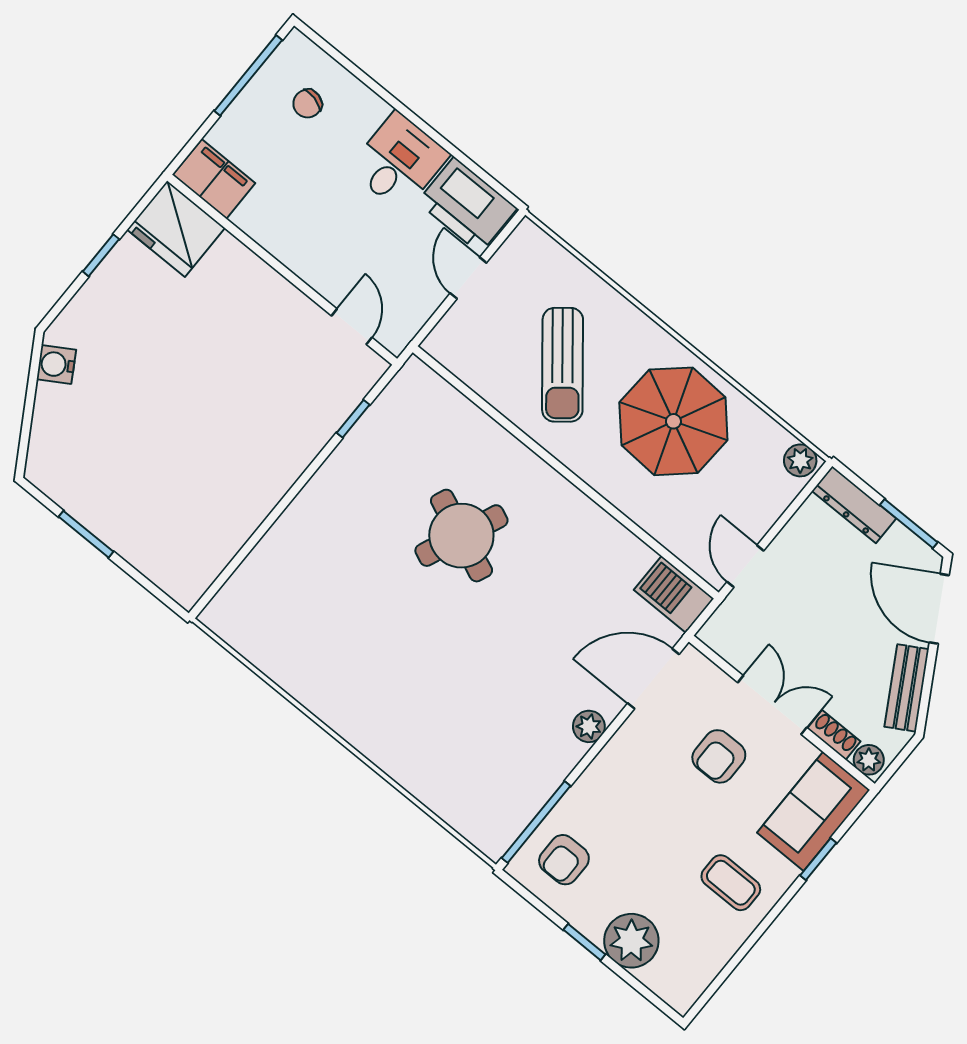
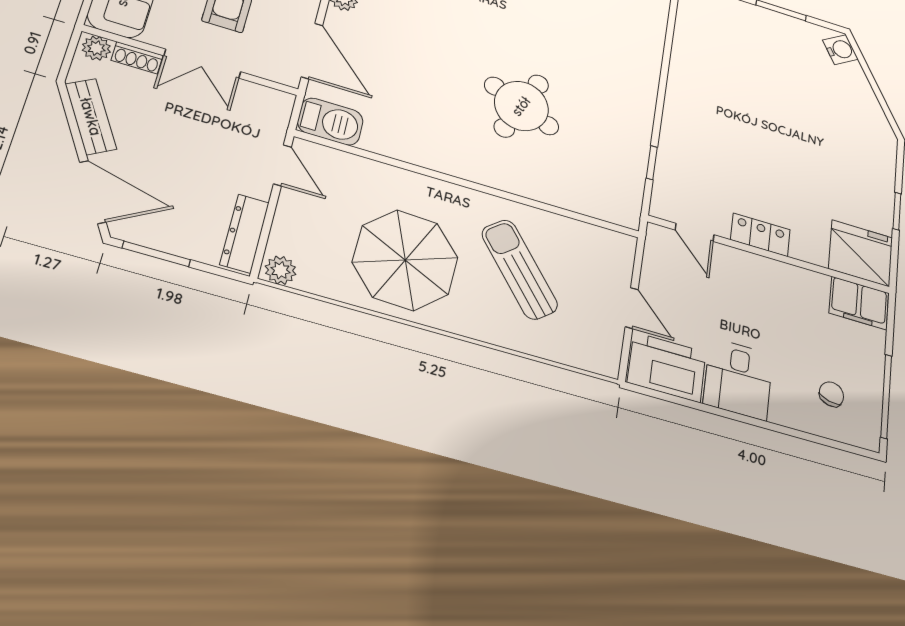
locker: (279, 295) -> (760, 235), added
water cooler: (56, 364) -> (840, 50), moved
dresser: (854, 505) -> (245, 233), moved, turned -90
door: (653, 679) -> (312, 51), hinge flipped

